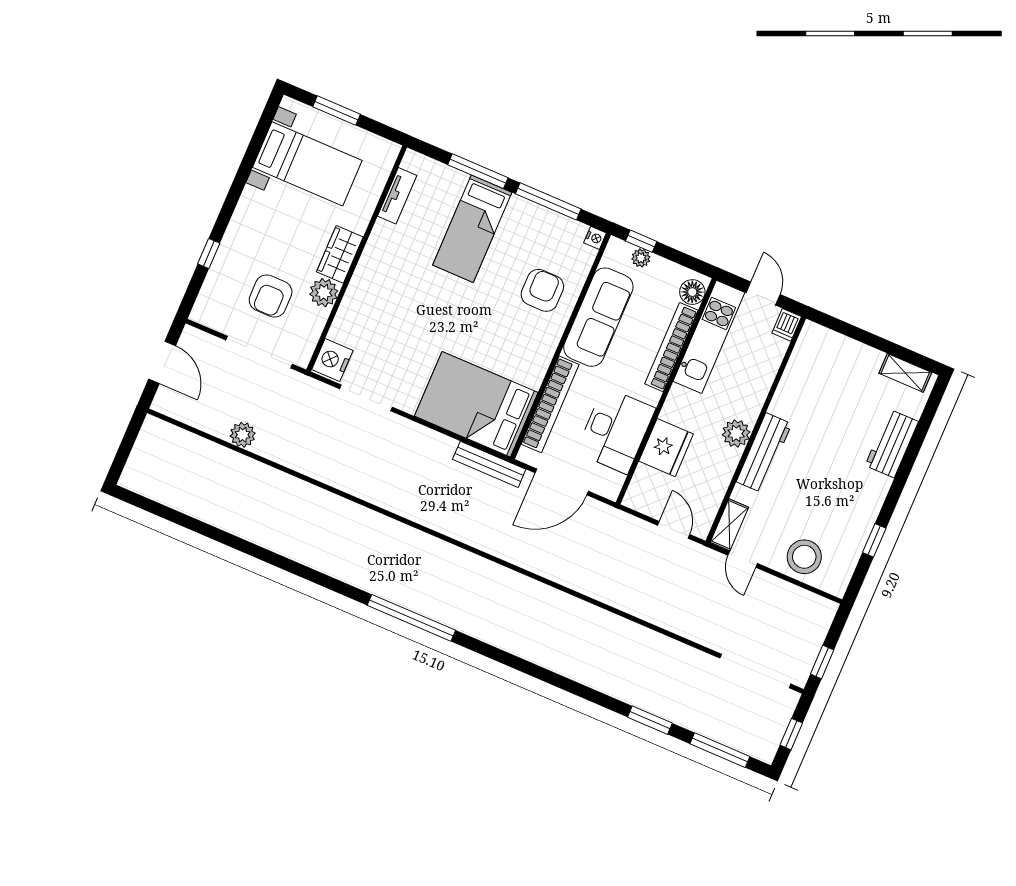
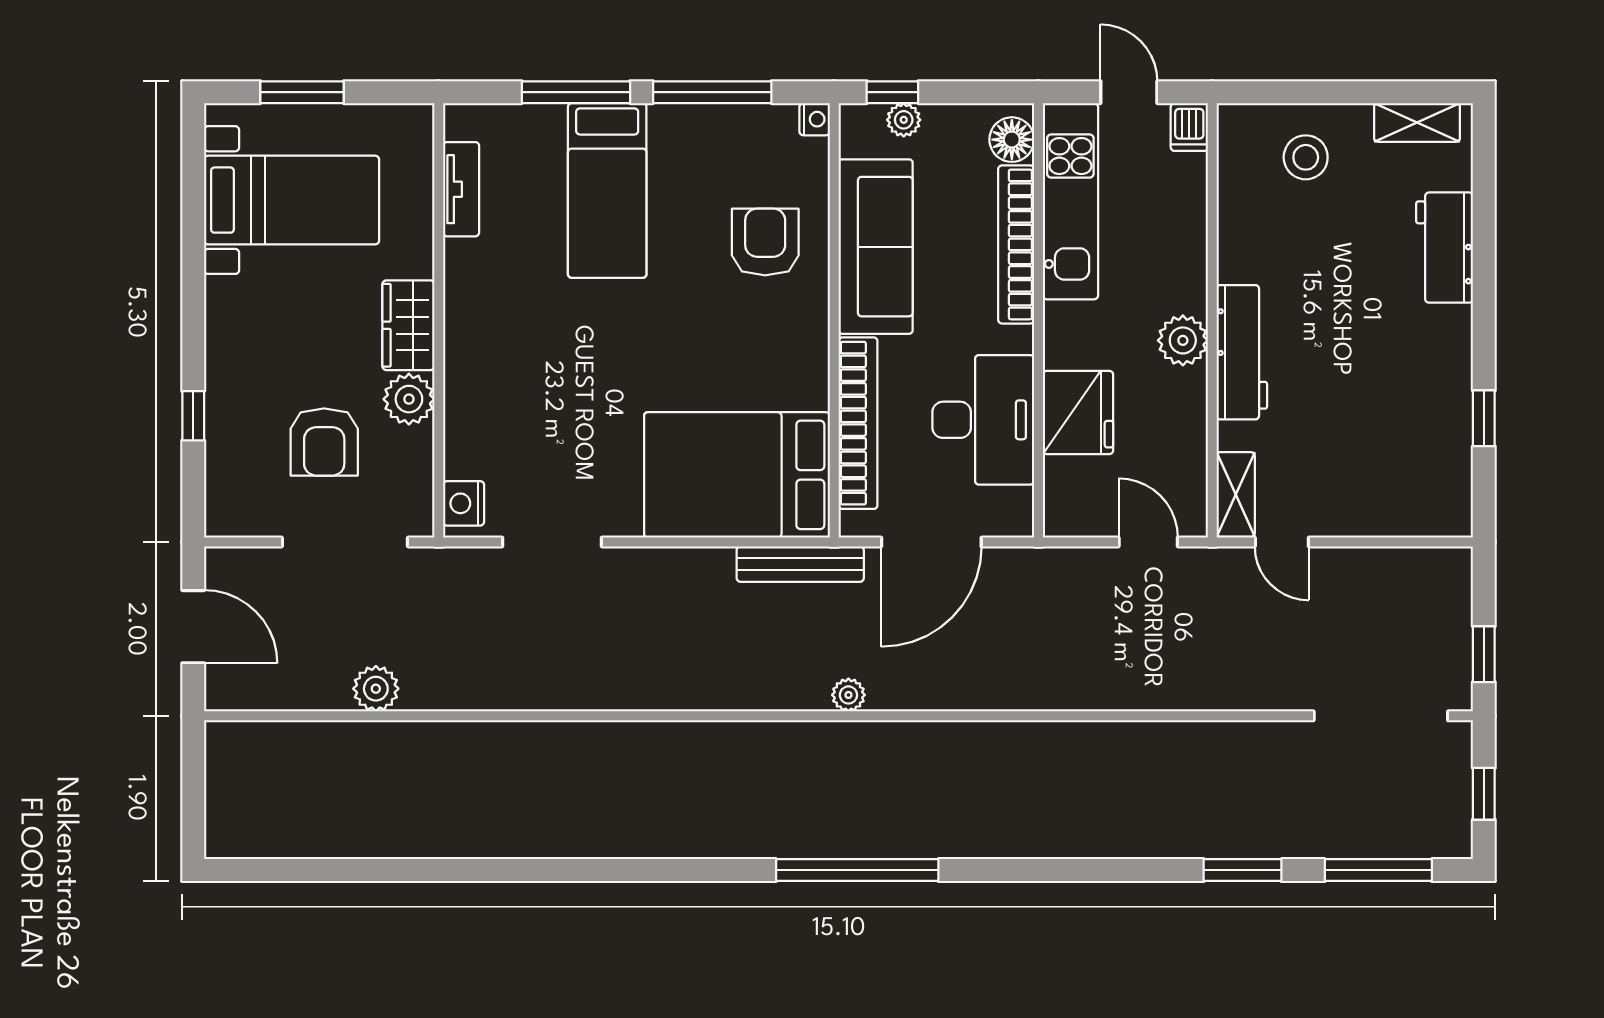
nightstand: (332, 360) -> (464, 503), width x0.74, depth x0.75
plant: (485, 543) -> (848, 695), added
stool: (804, 557) -> (1306, 157), moved, width x0.73, depth x0.73
window: (411, 618) -> (857, 870), moved

